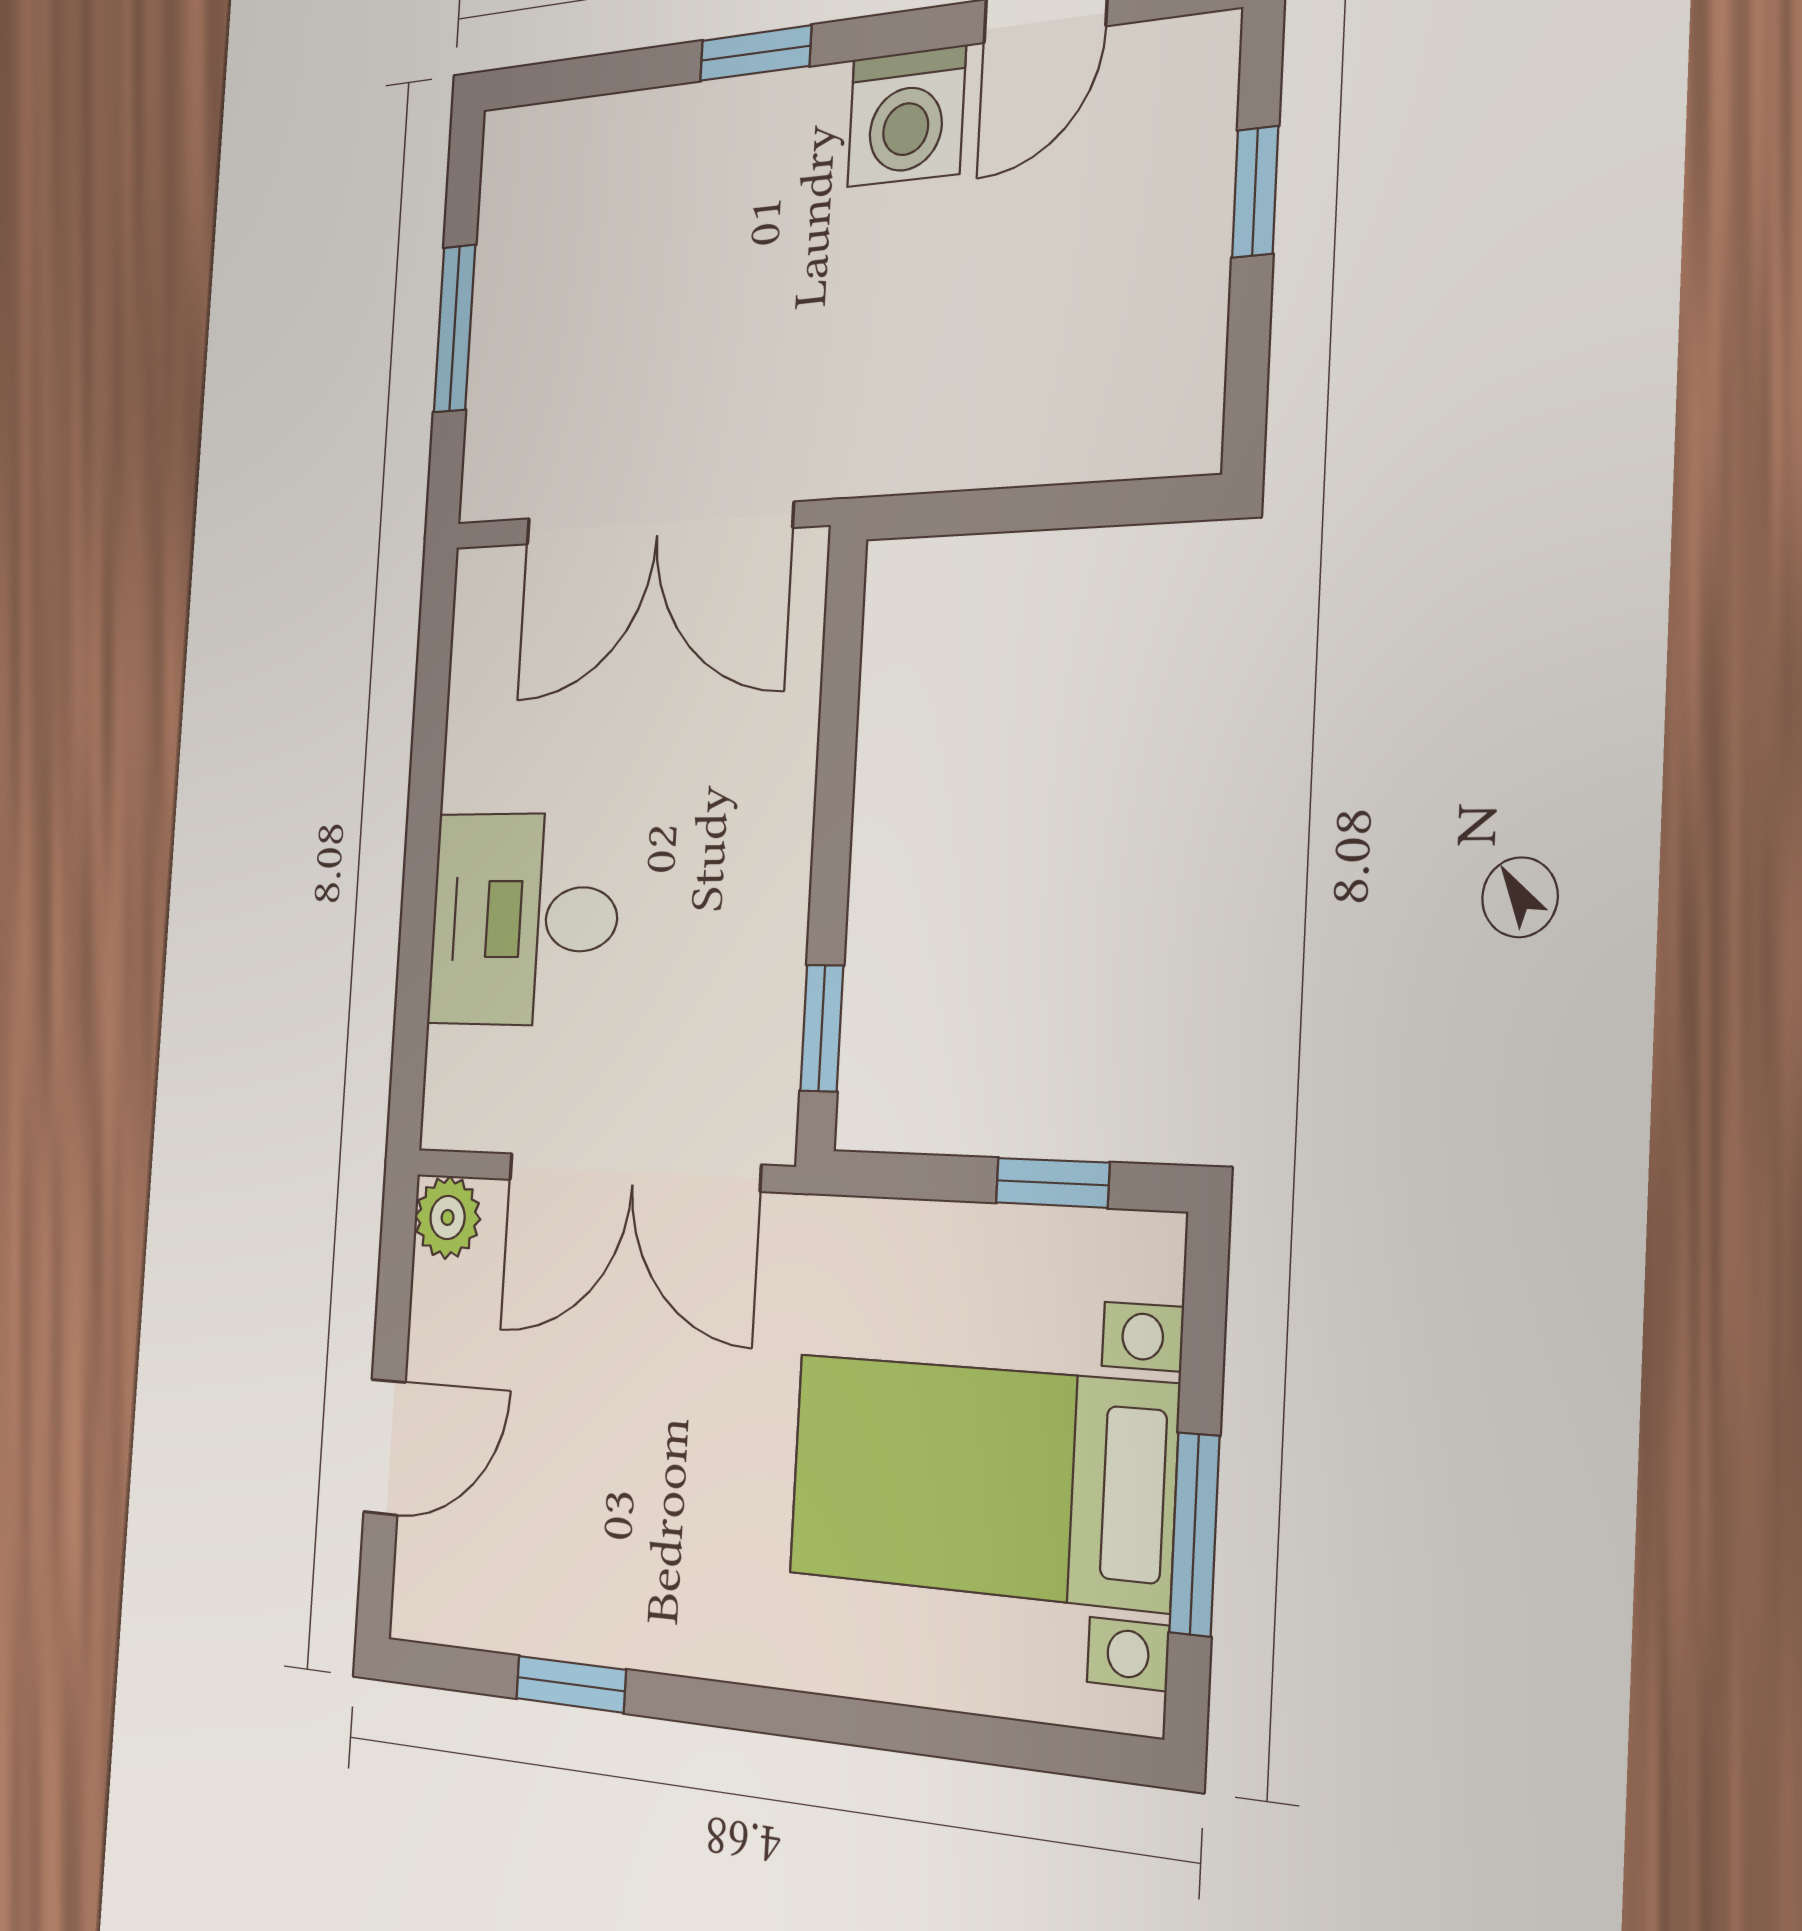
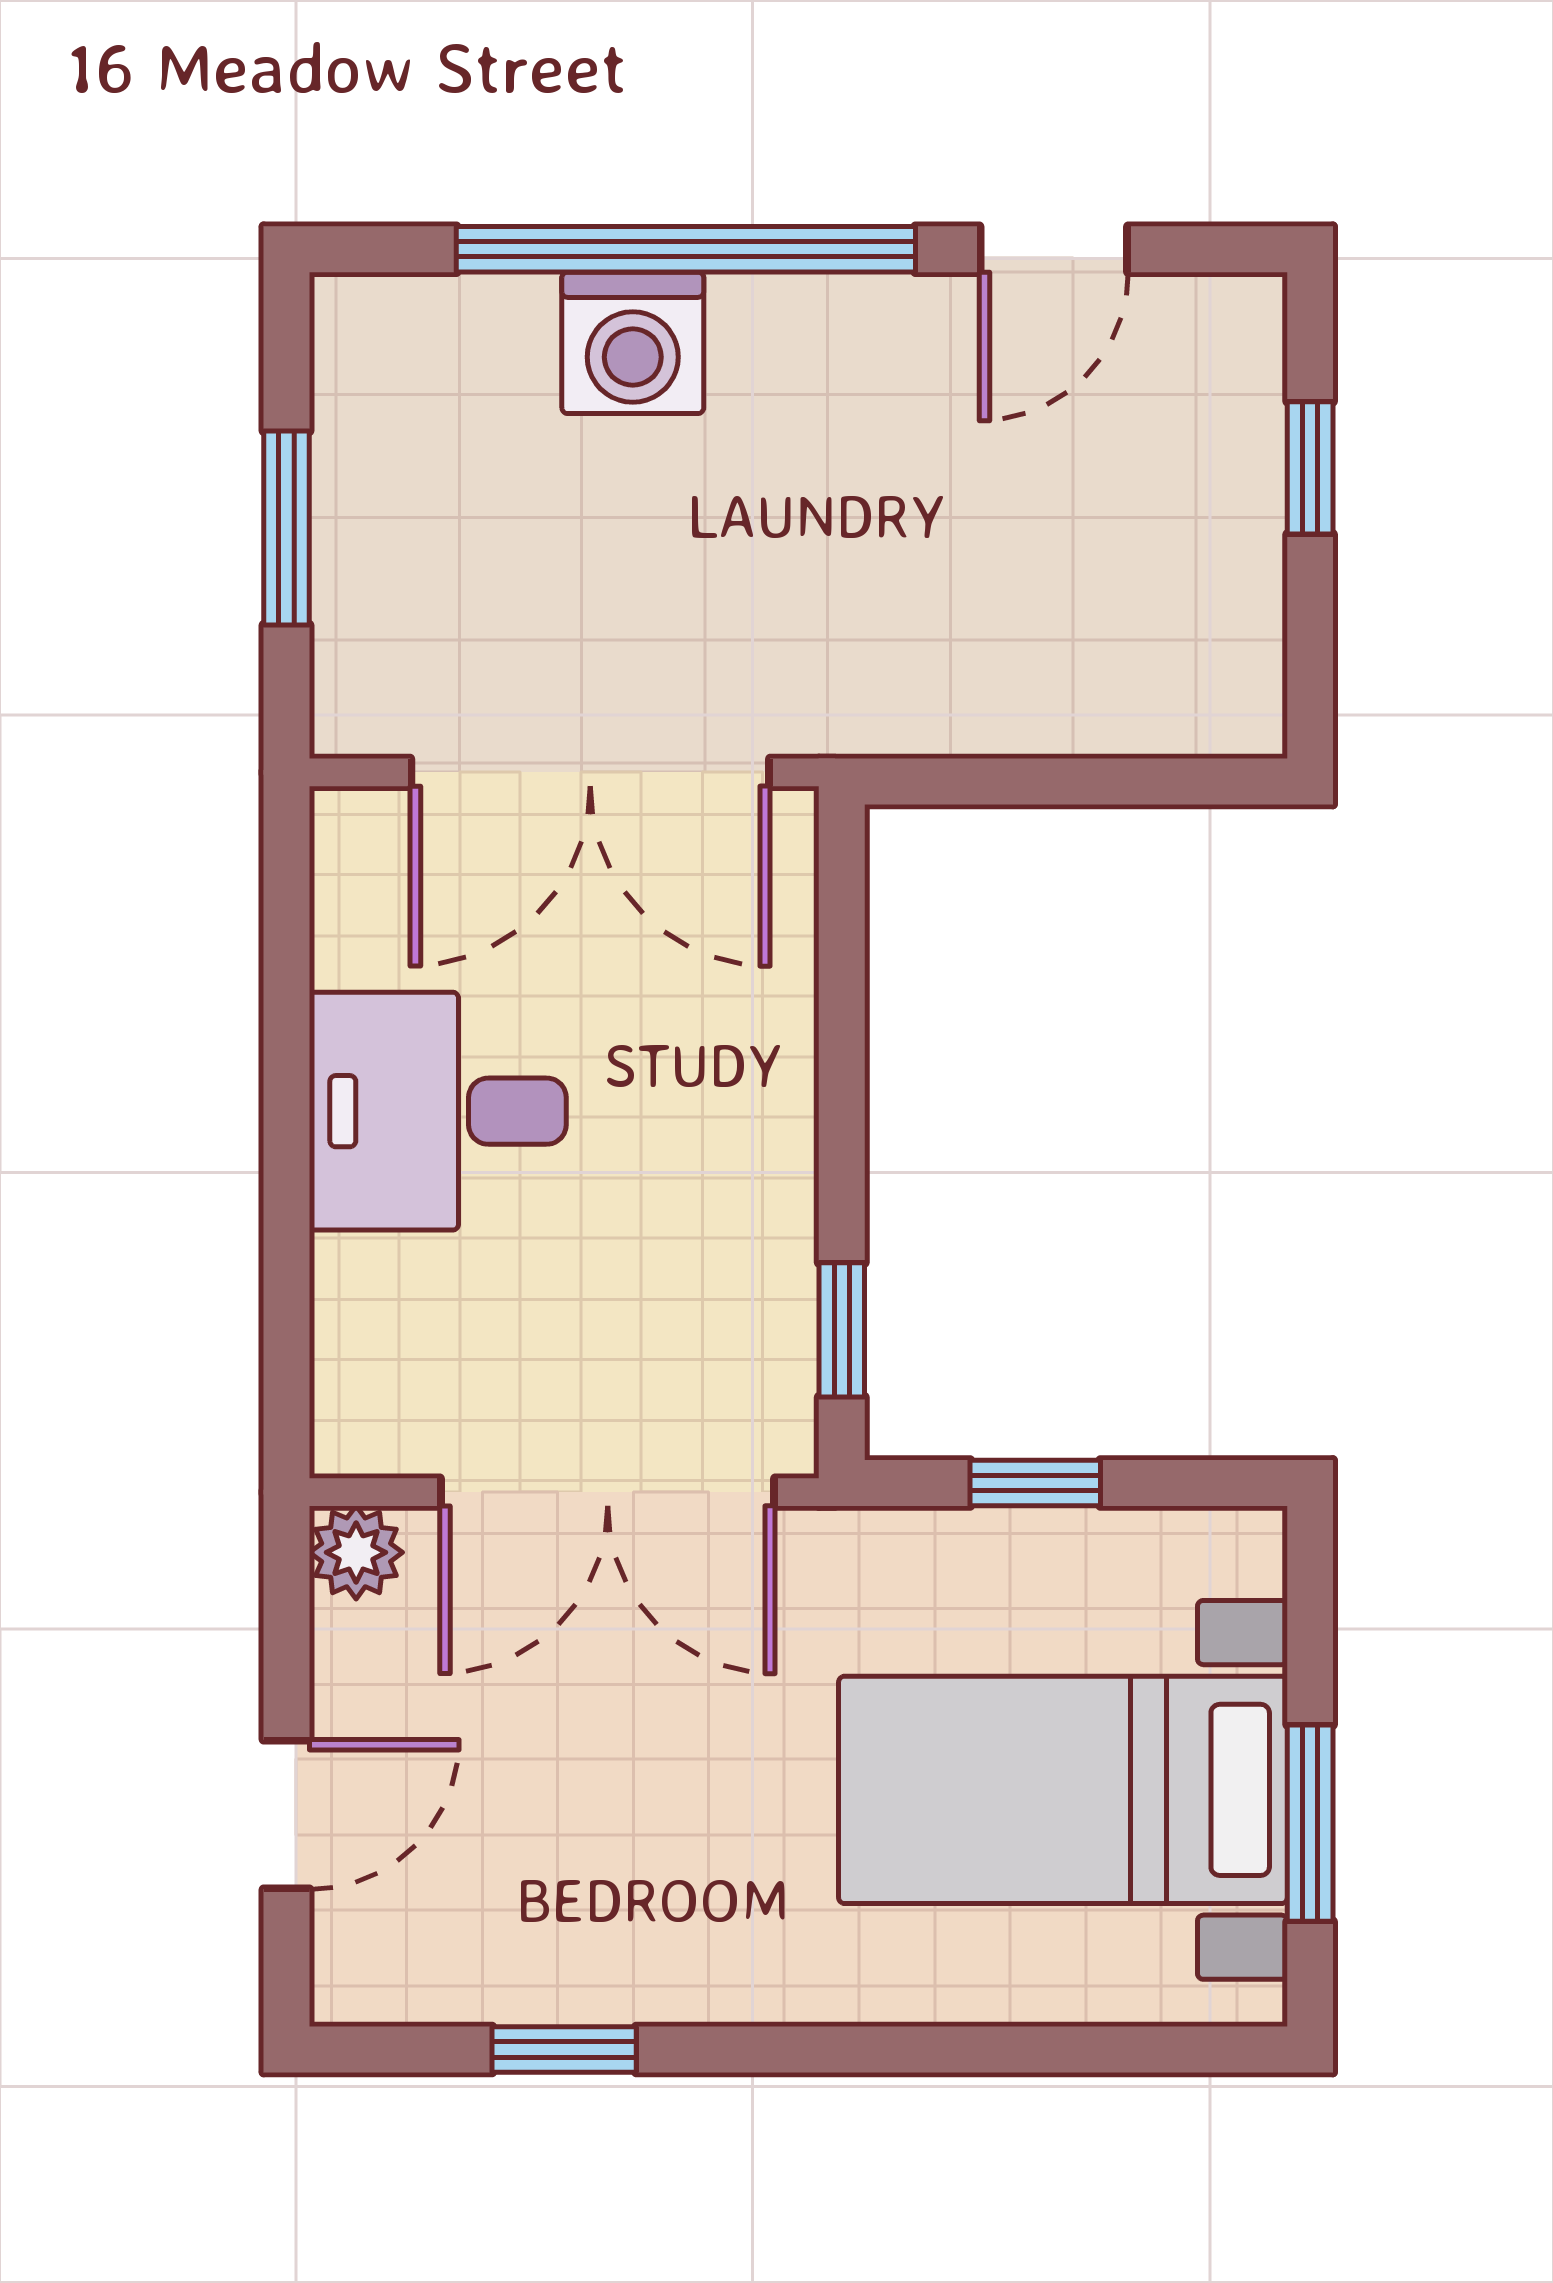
window: (755, 53) -> (686, 249), width x3.17
washing machine: (906, 116) -> (633, 343), moved
desk: (524, 919) -> (438, 1111), moved
window: (1052, 1183) -> (1035, 1483), moved

